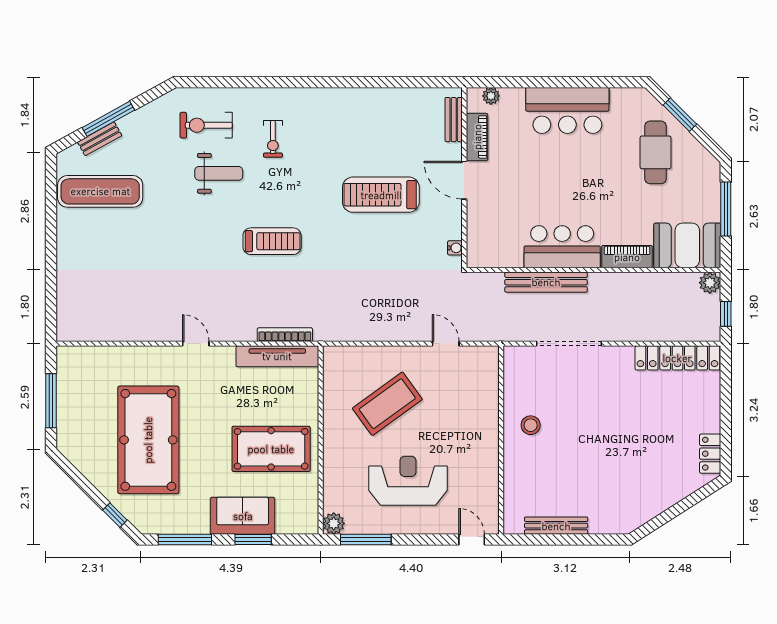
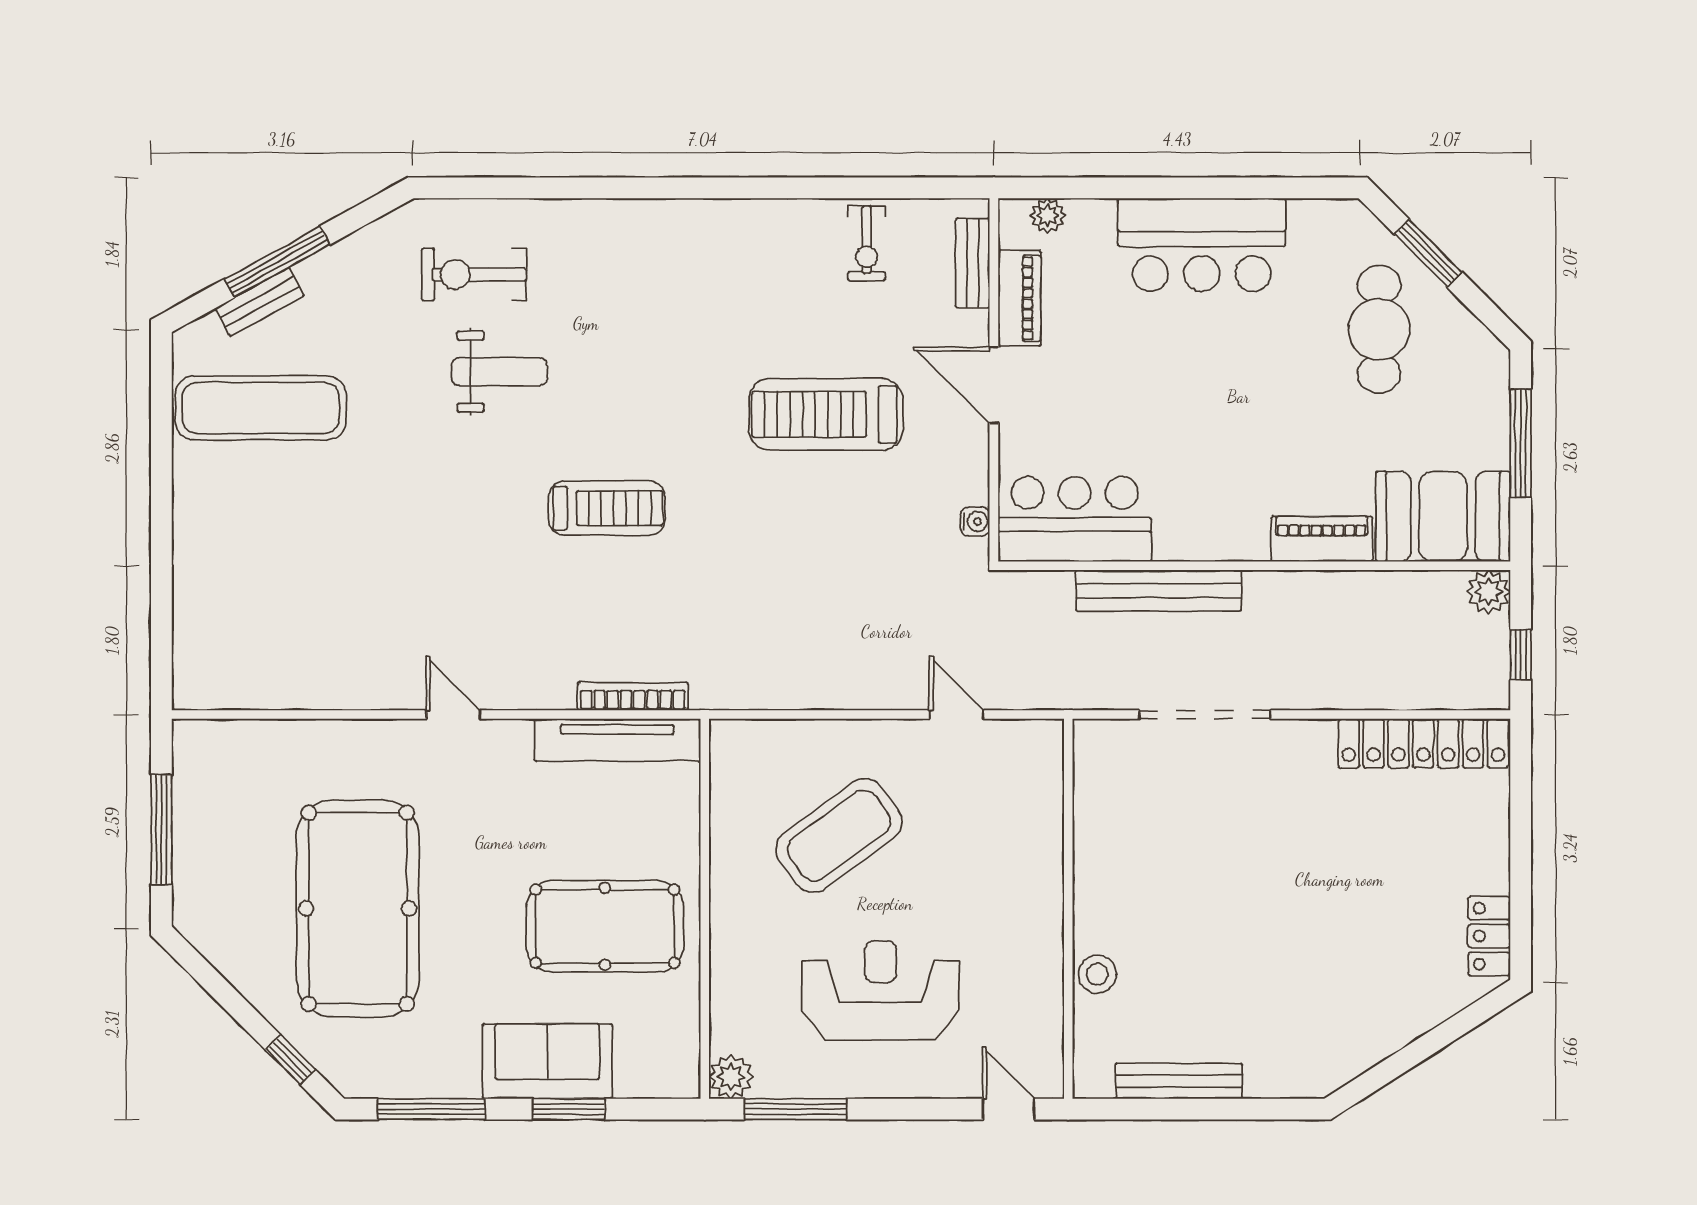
exercise bike: (273, 139) -> (867, 243), moved
bar counter: (562, 247) -> (1075, 519), moved
stool: (531, 425) -> (1097, 974), moved

